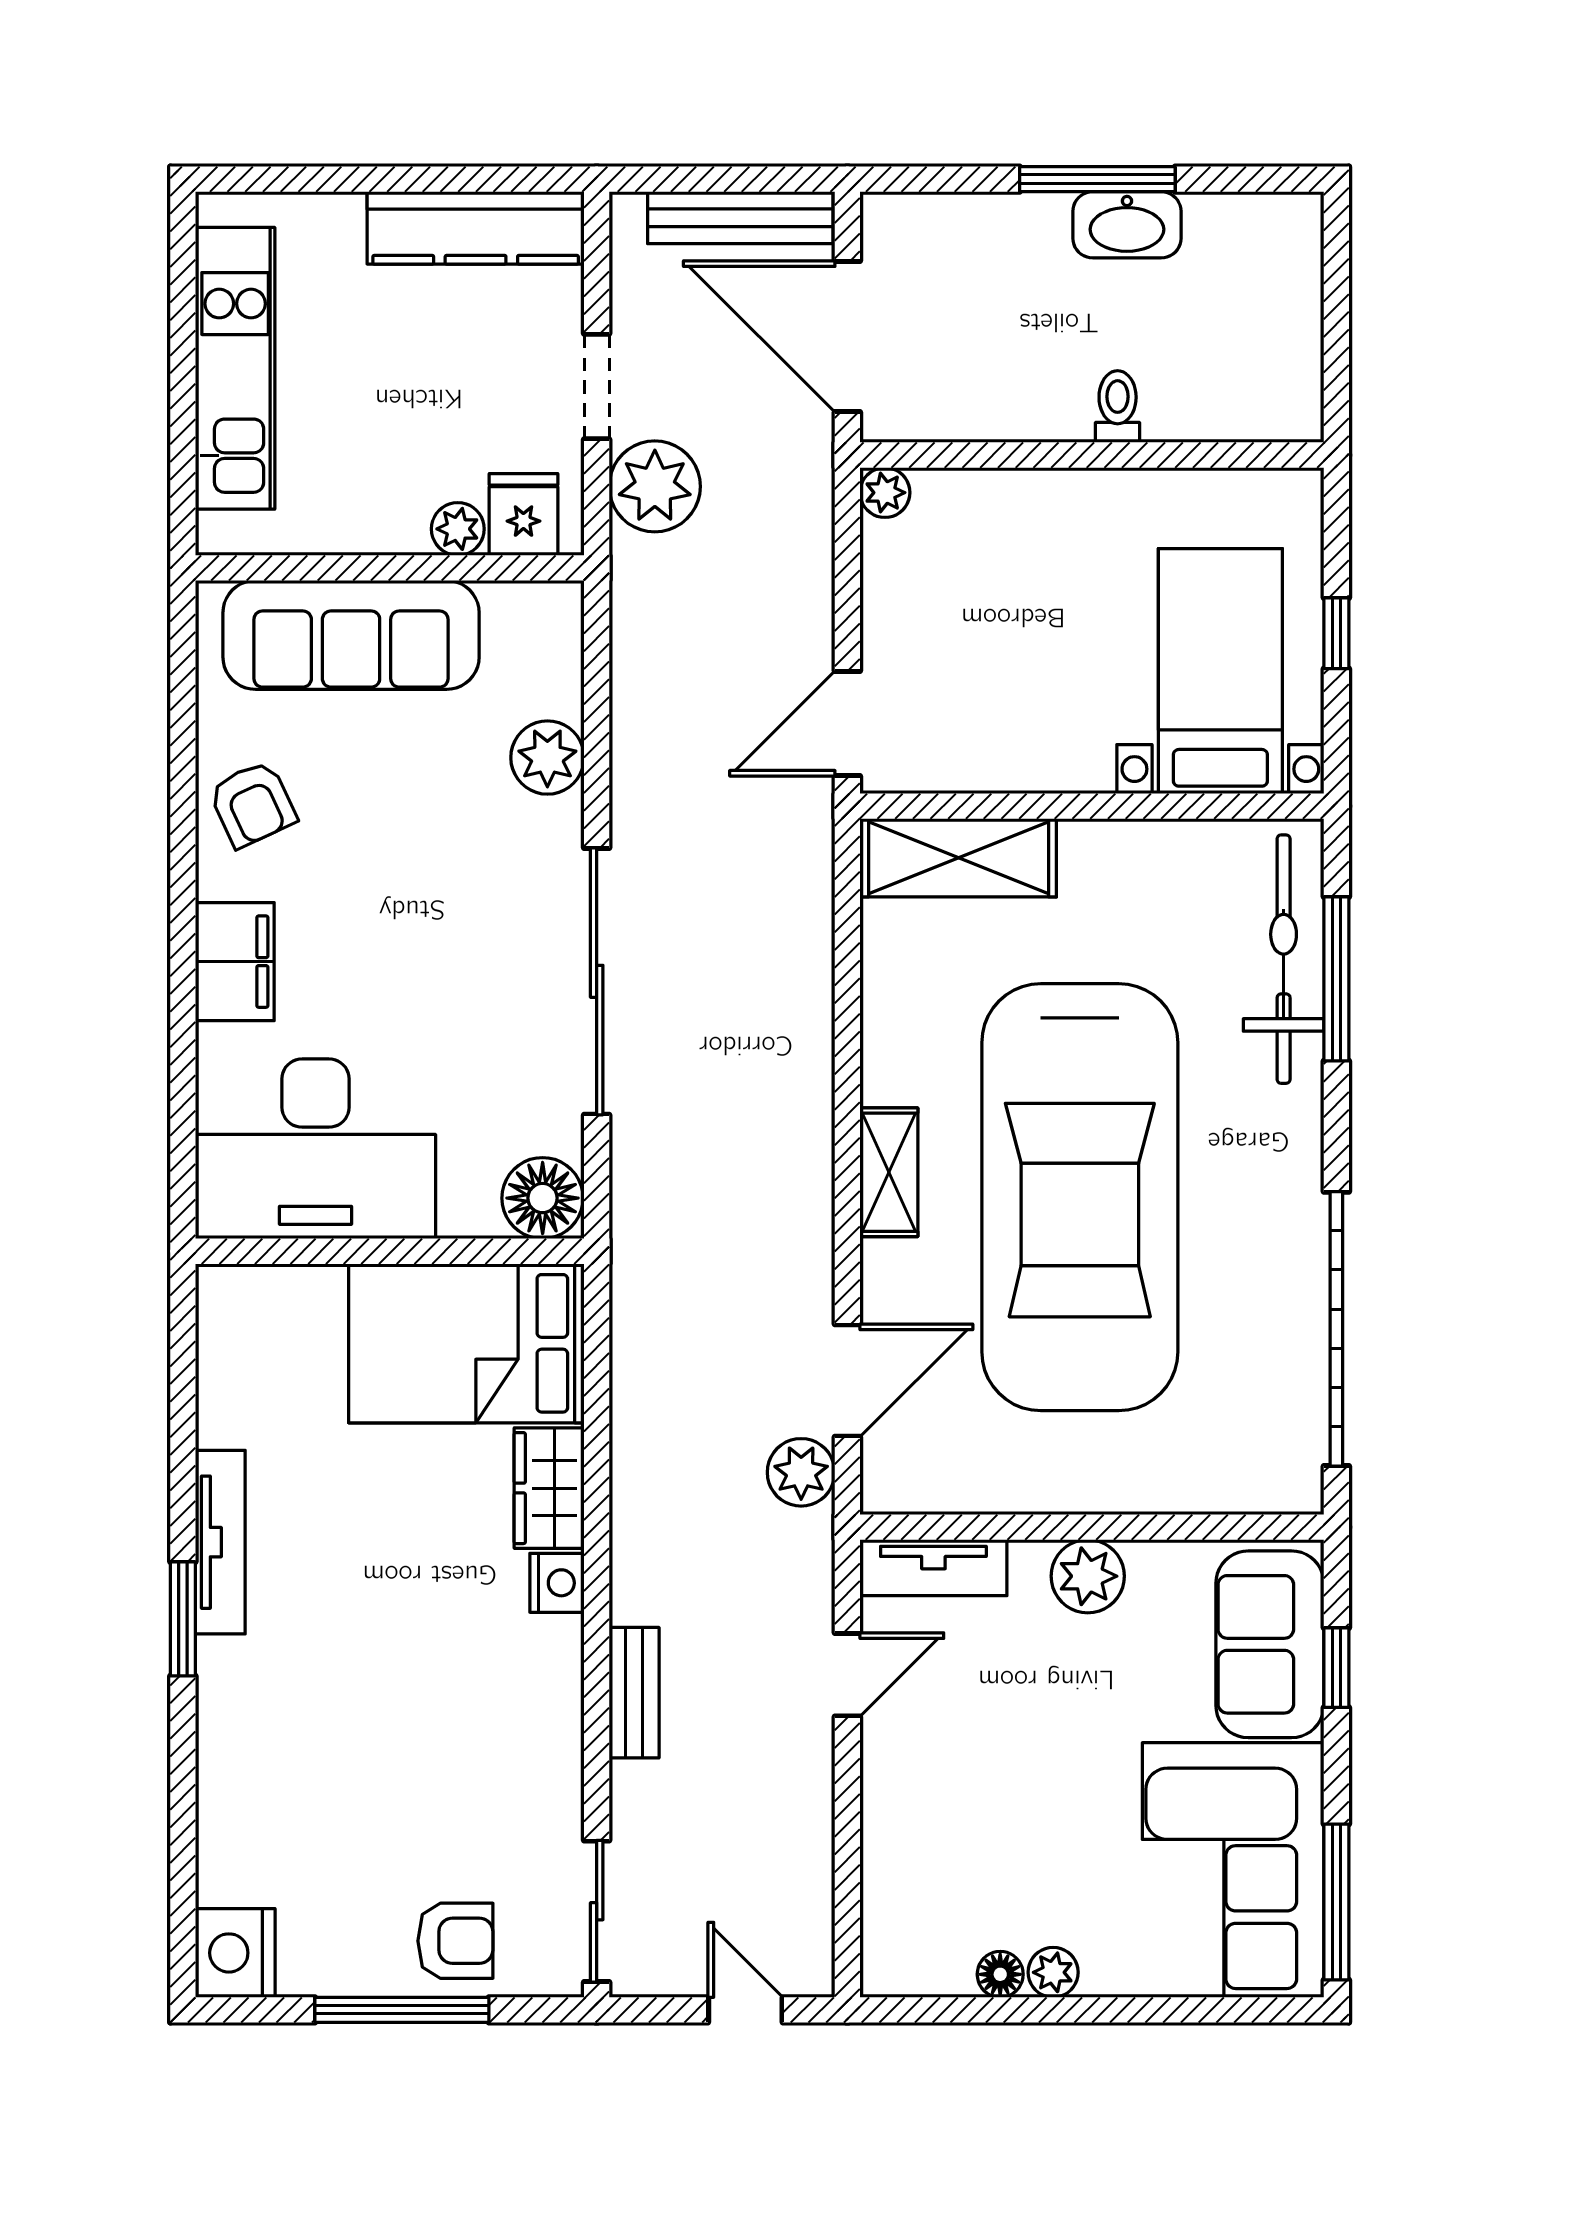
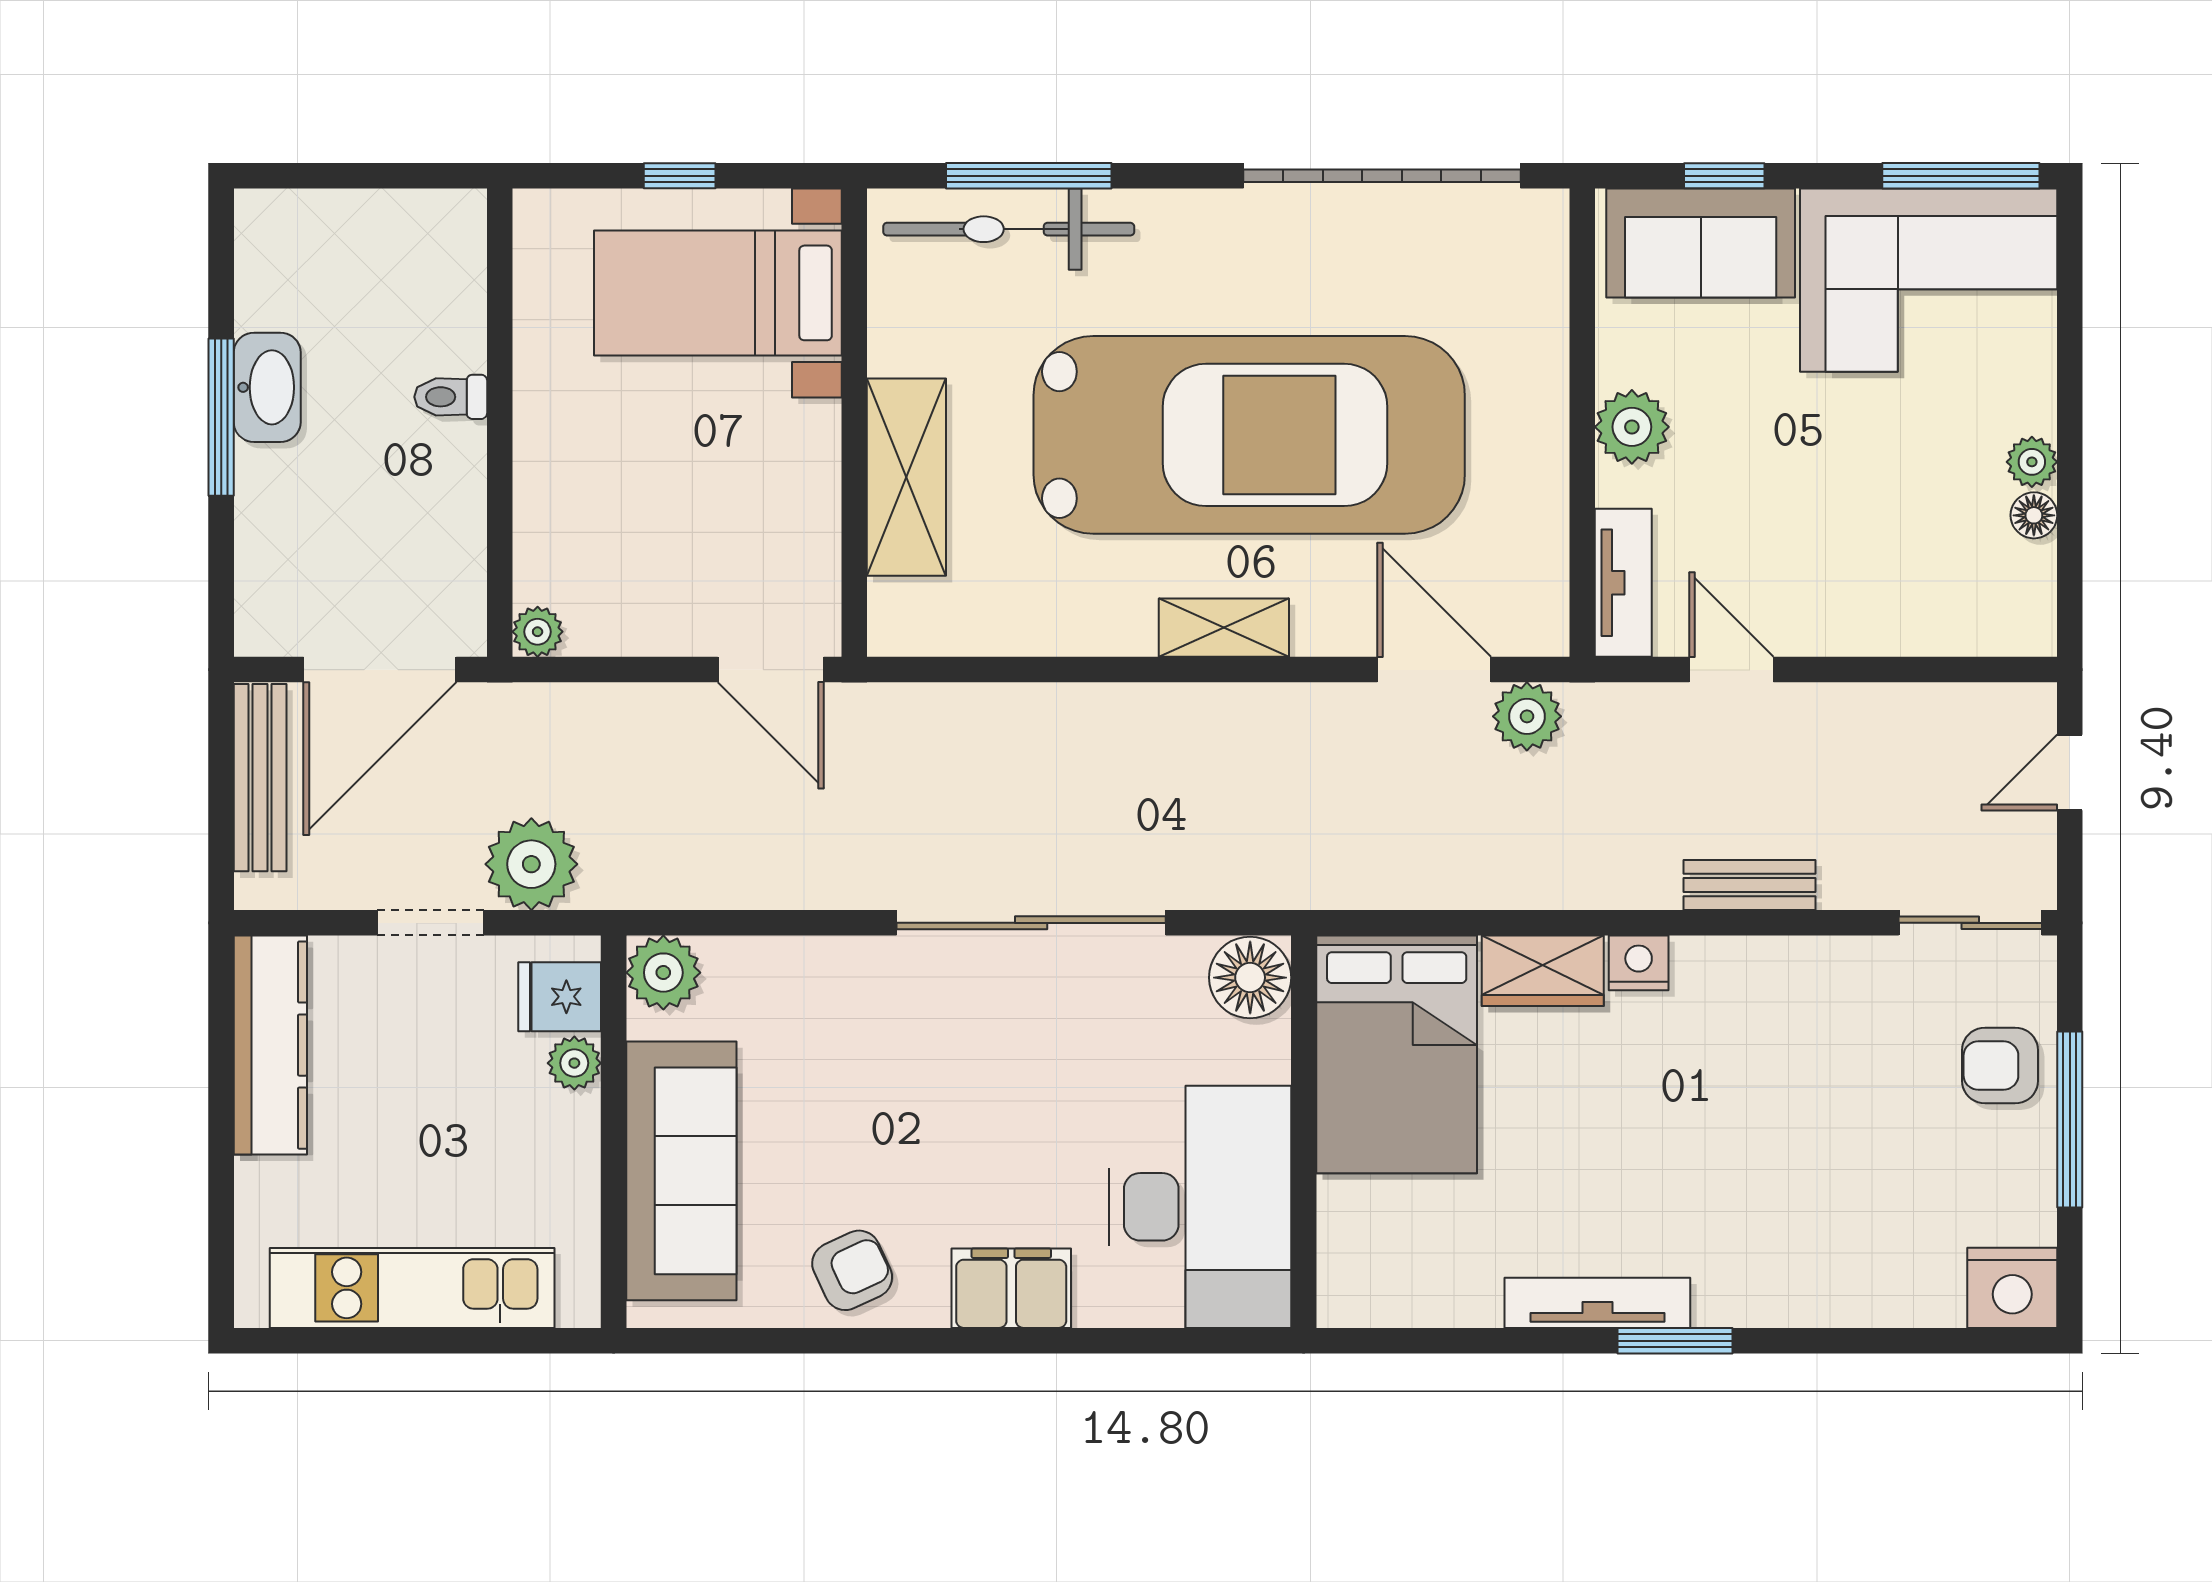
plant: (547, 758) -> (663, 973), moved
shelving: (959, 858) -> (906, 477), moved
armchair: (455, 1941) -> (2000, 1066), turned -90

